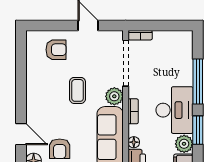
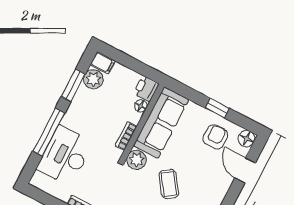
coffee table: (78, 90) -> (169, 184), turned -36
desk: (174, 110) -> (65, 156), moved

